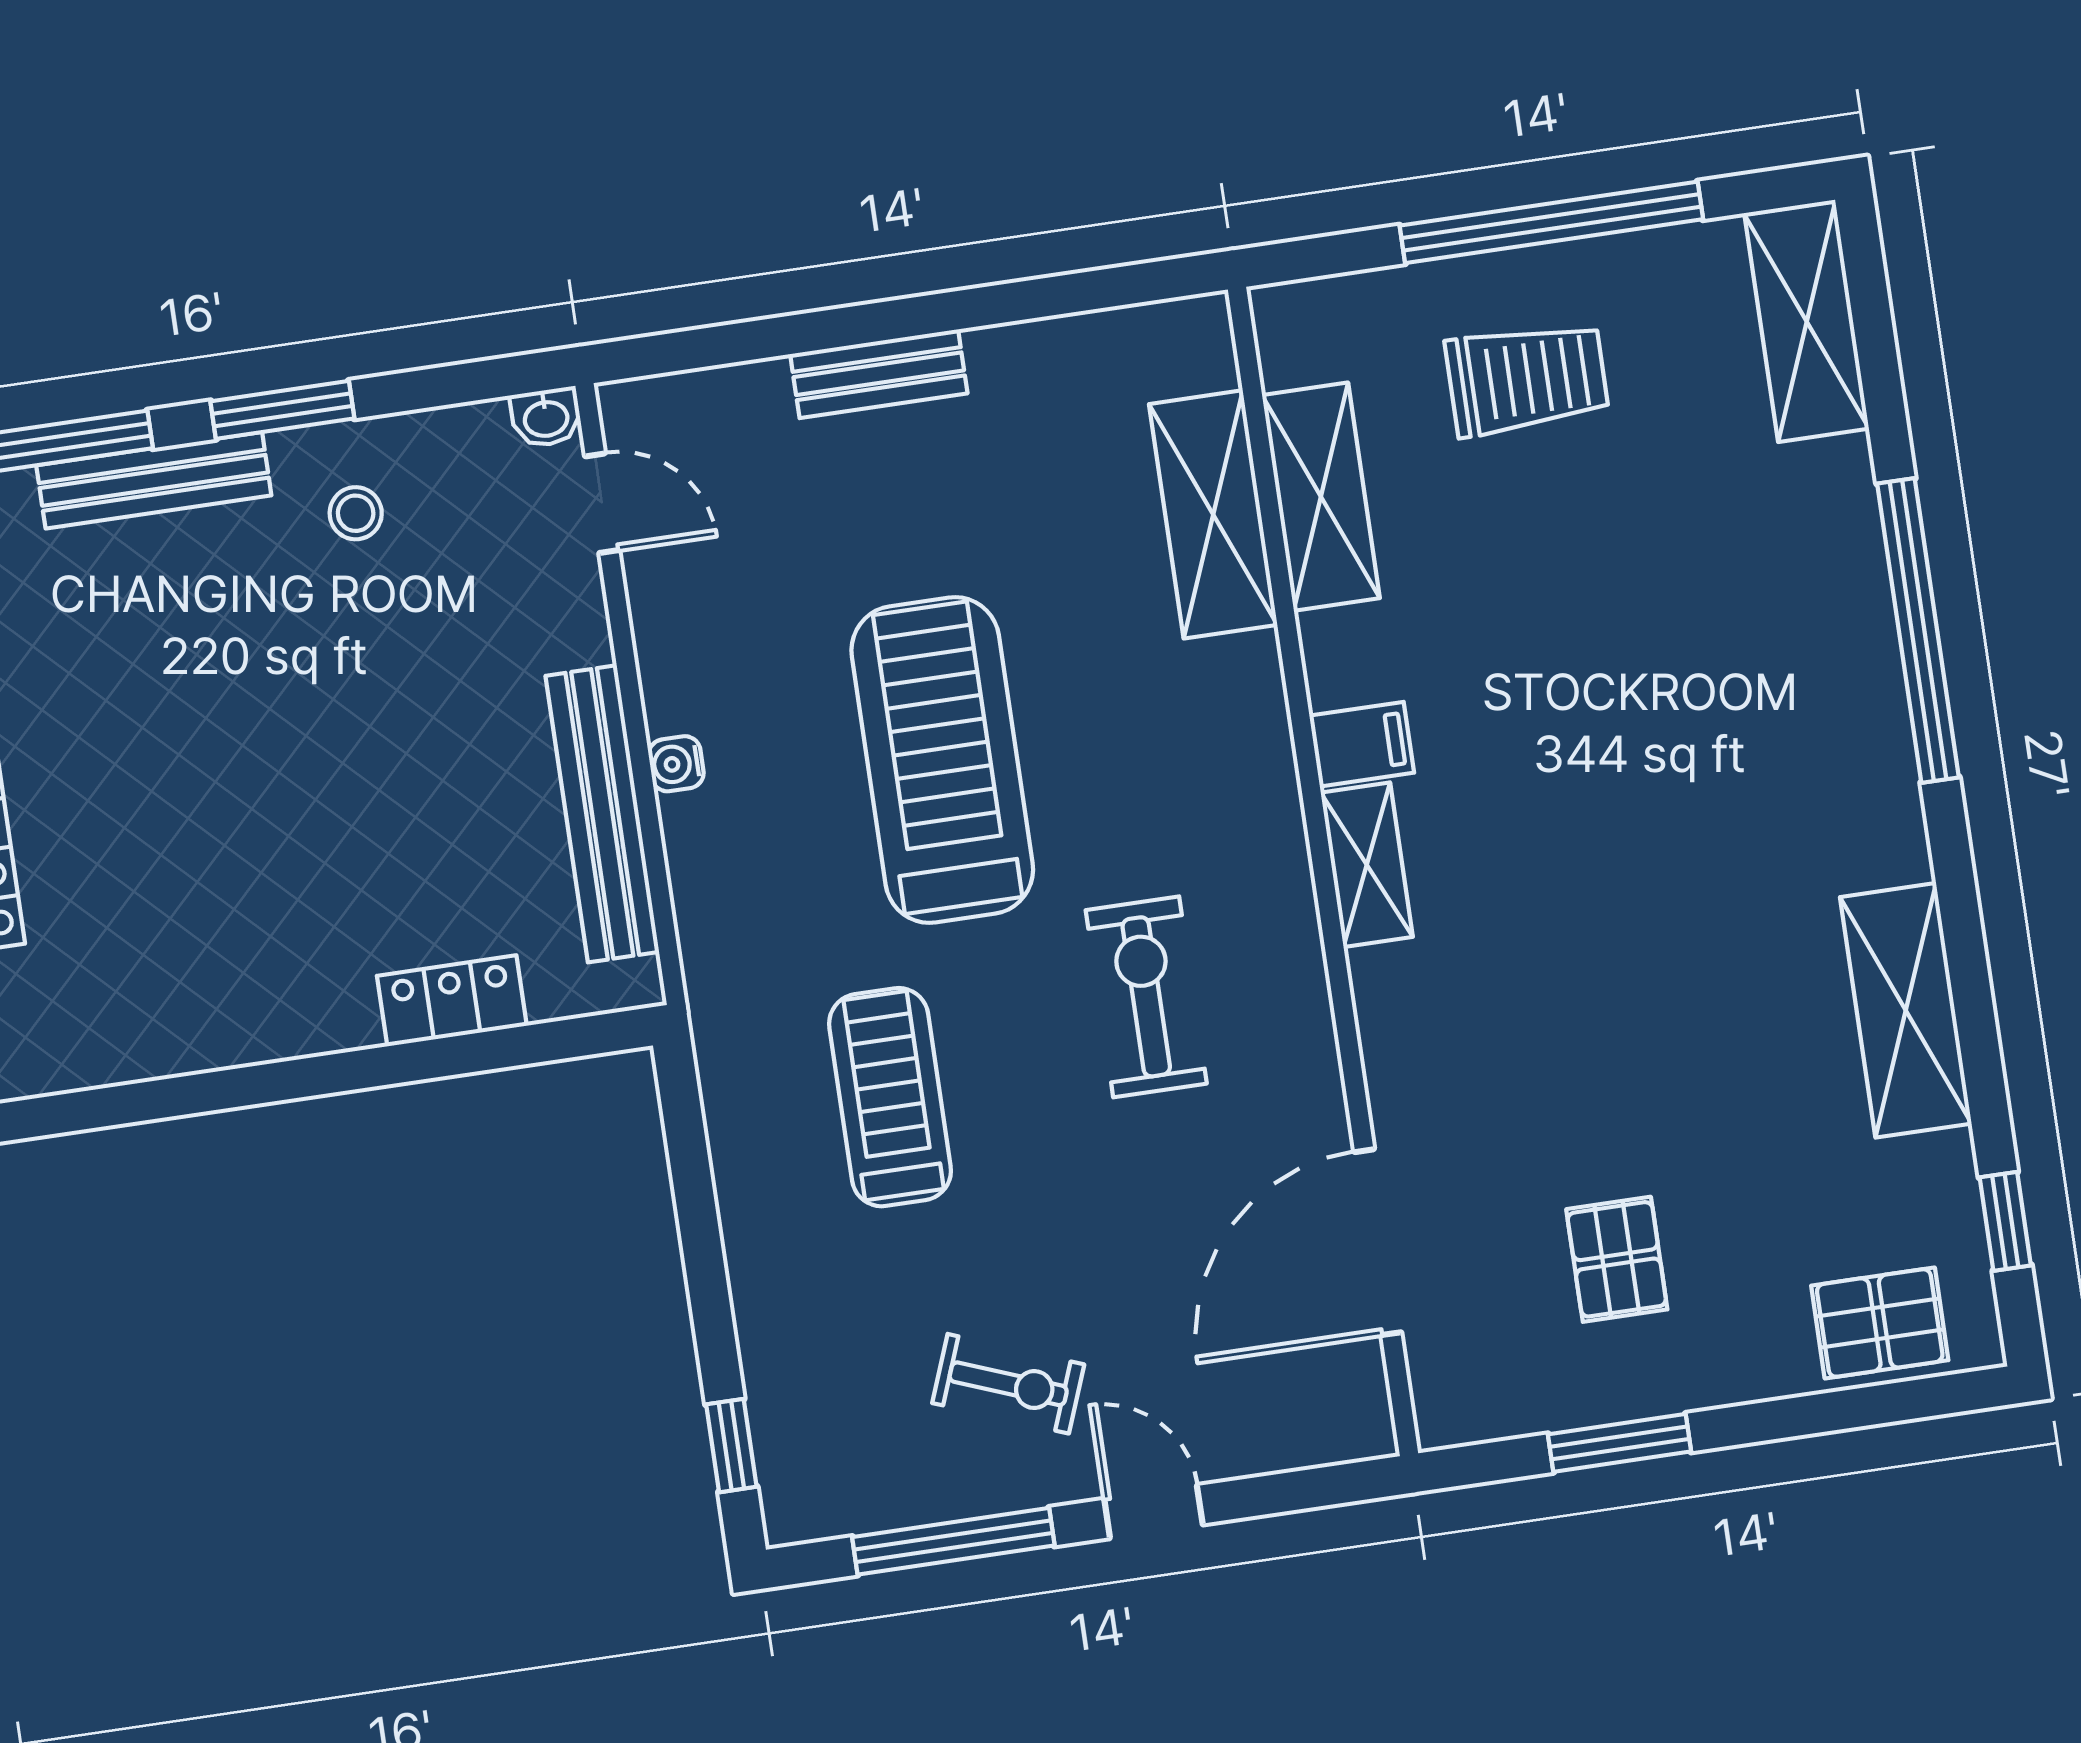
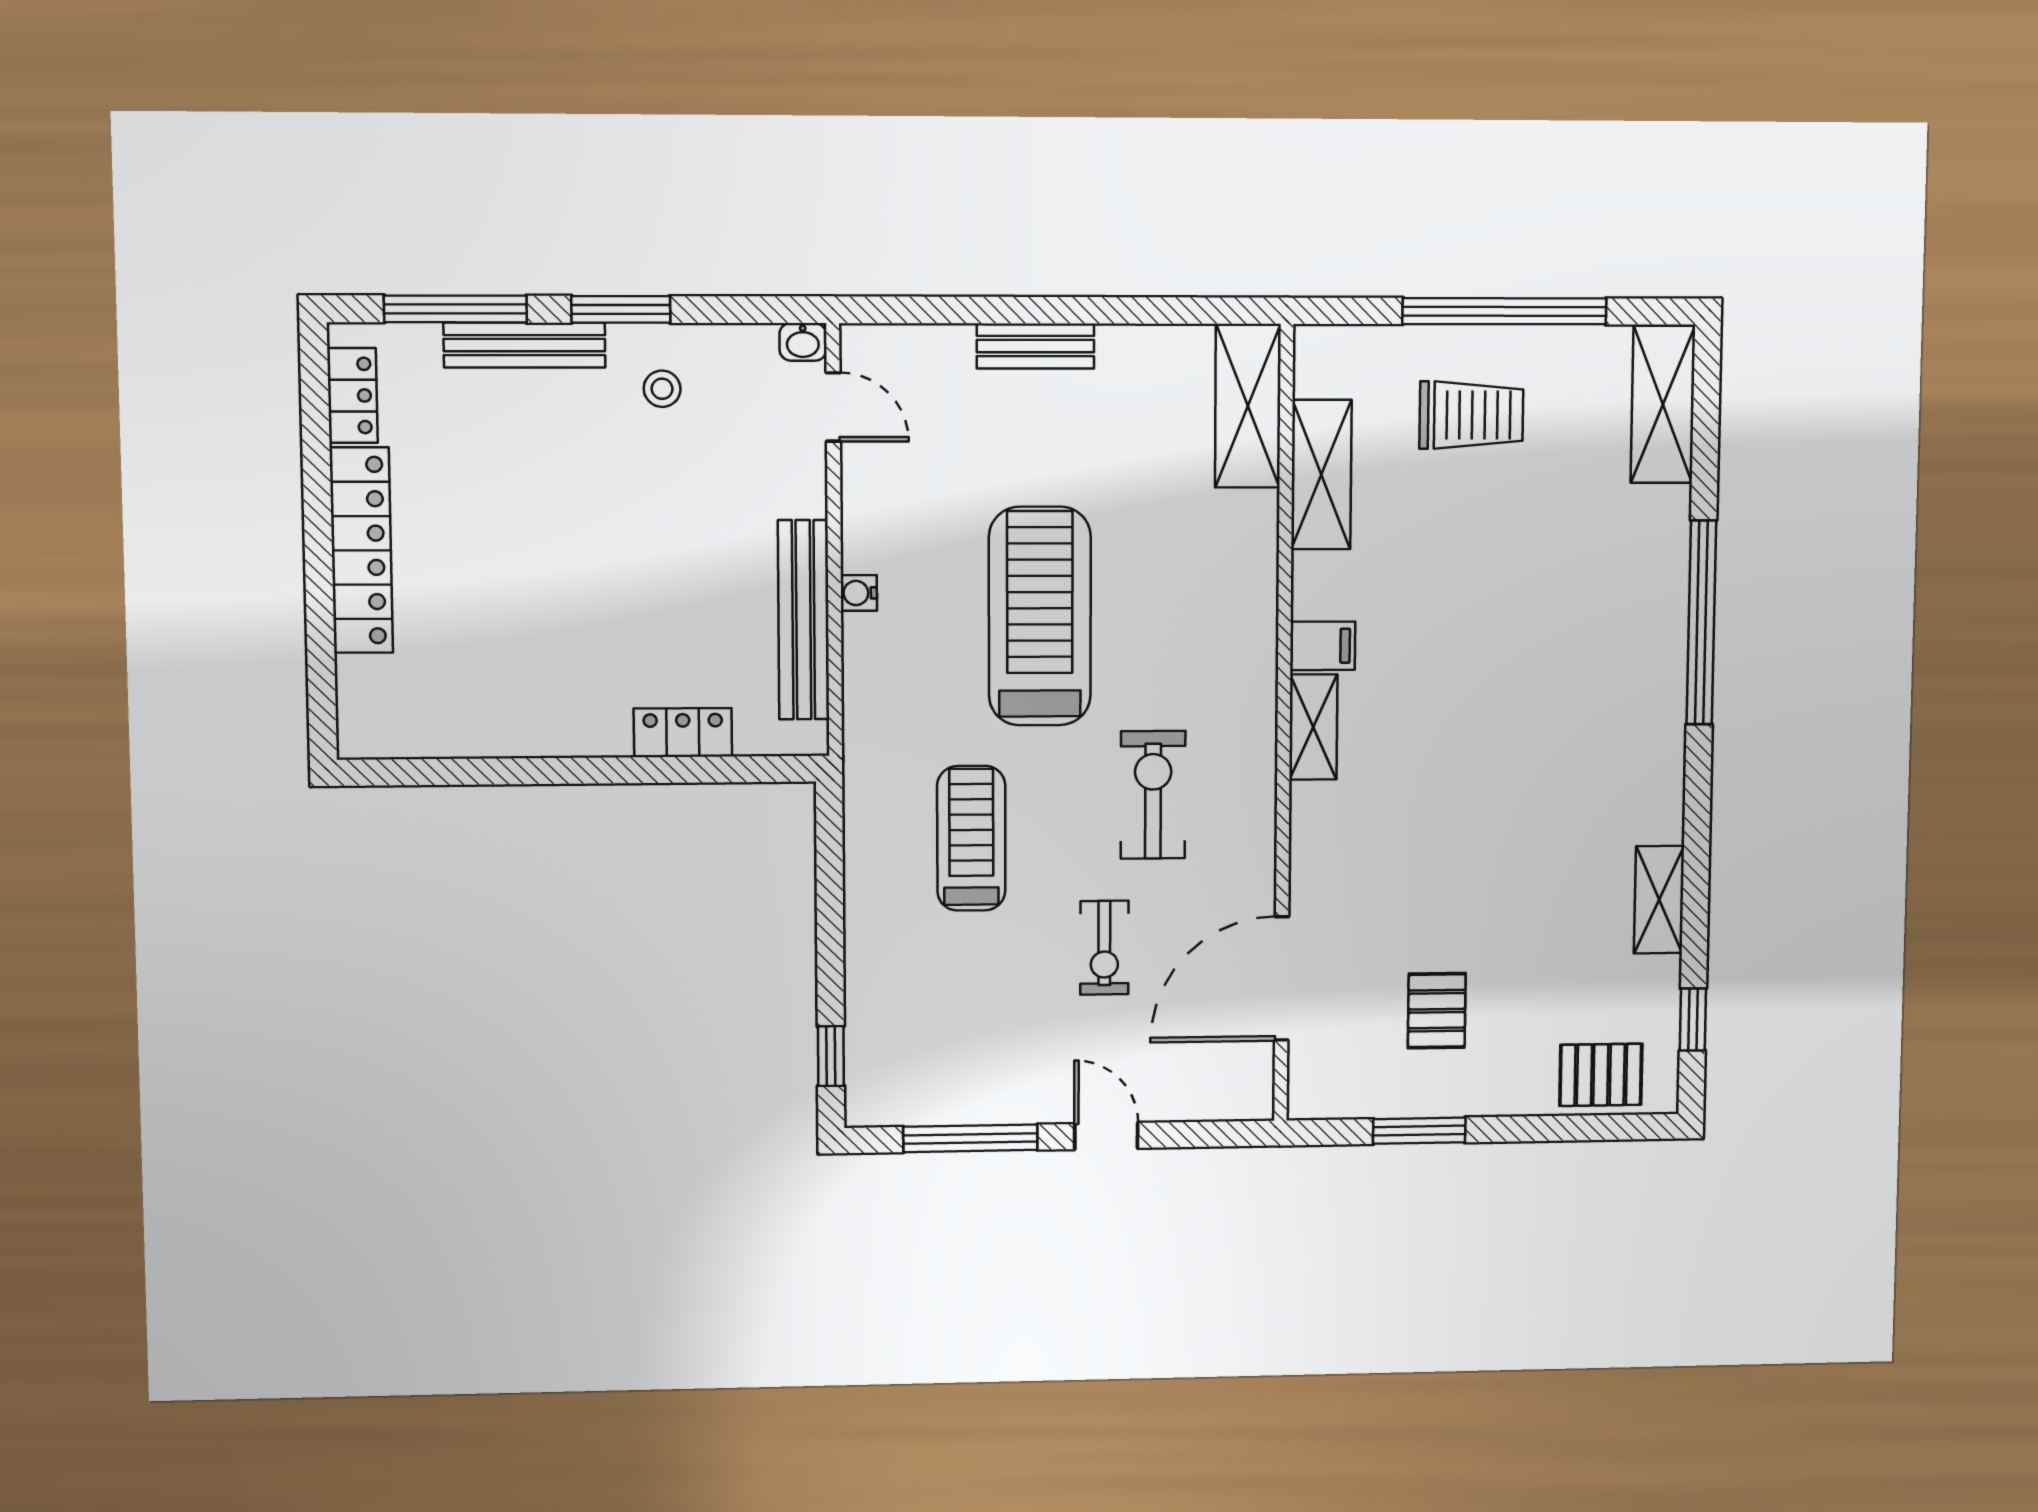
shelving: (1213, 514) -> (1248, 406), moved
shelving: (1906, 1010) -> (1659, 900), width x0.67, depth x0.75
exercise bike: (1008, 1384) -> (1104, 948), moved, turned 69

